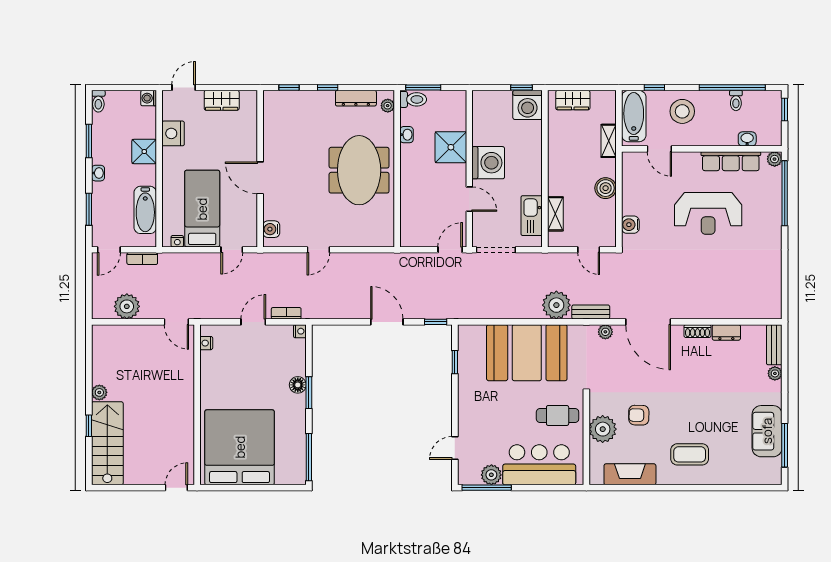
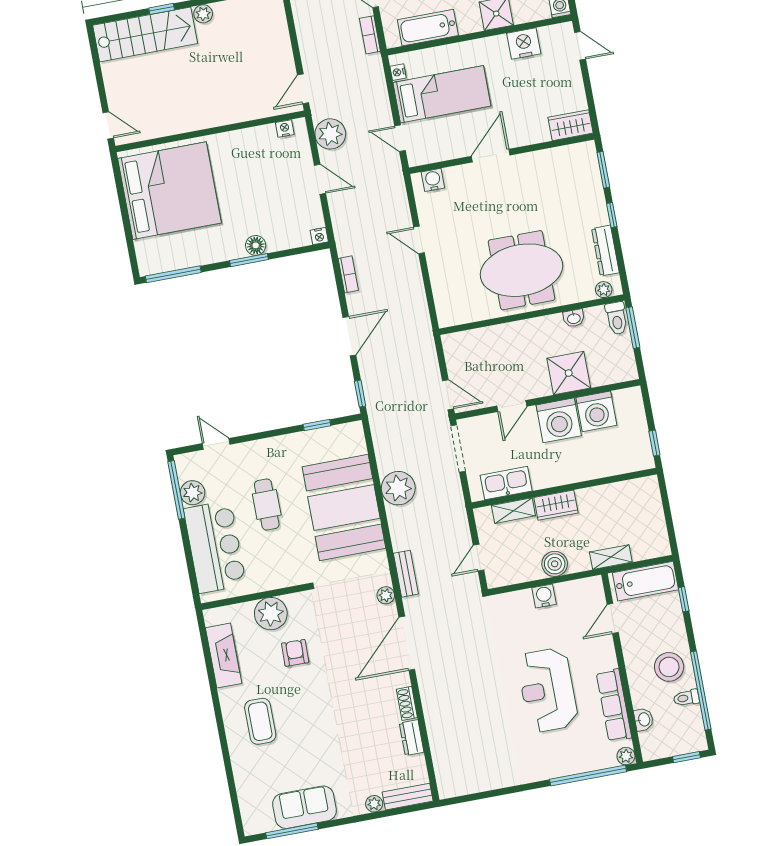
window: (289, 88) -> (603, 170), width x1.50
wardrobe: (222, 100) -> (571, 125), moved, turned 90
wardrobe: (573, 100) -> (556, 505), moved, turned -90
washing machine: (528, 105) -> (596, 411), moved, turned -90
stool: (682, 111) -> (669, 667), moved
water cooler: (630, 225) -> (544, 596), moved
plant: (556, 305) -> (398, 488), moved
plant: (127, 306) -> (330, 134), moved
bookcase: (286, 313) -> (348, 274), moved
cafe table: (558, 415) -> (267, 505), moved

